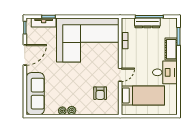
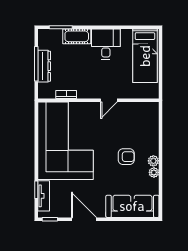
door: (120, 75) -> (109, 100), swing flipped
armchair: (100, 93) -> (126, 157), moved
bed: (143, 95) -> (145, 56), moved, turned 180

